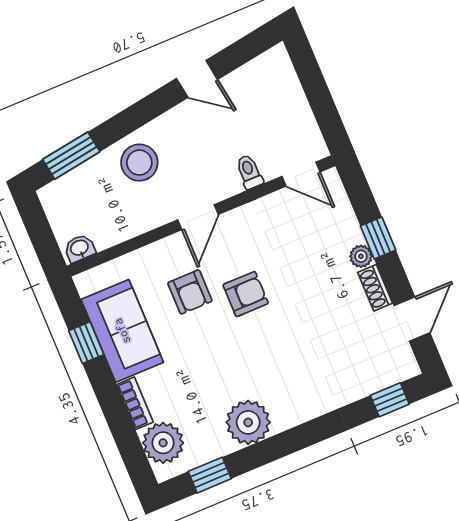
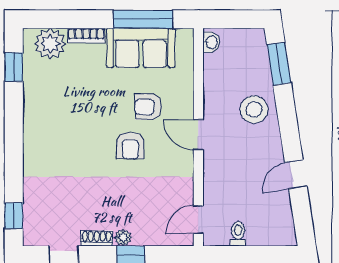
toilet: (249, 172) -> (238, 234), moved, turned -90
window: (86, 343) -> (143, 19), width x2.17
plant: (248, 422) -> (39, 109), removed

